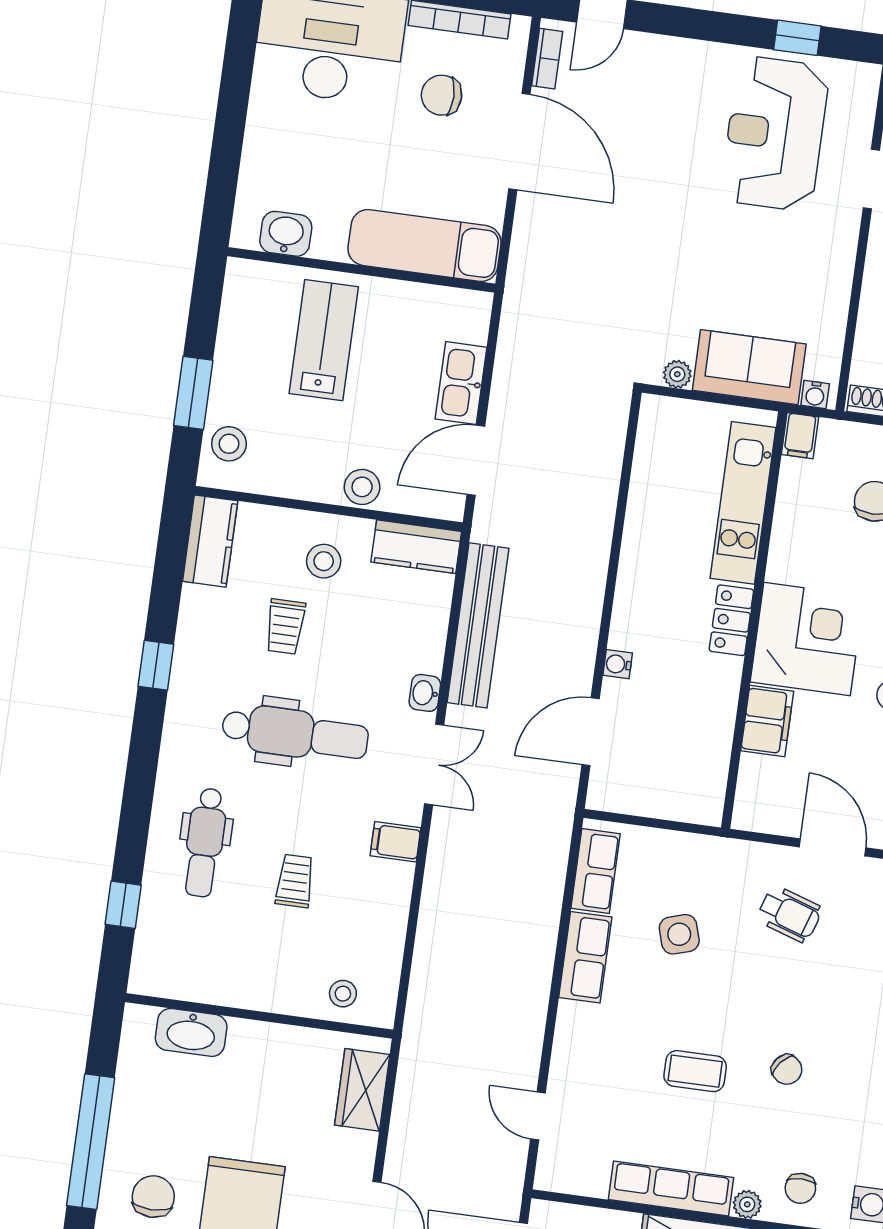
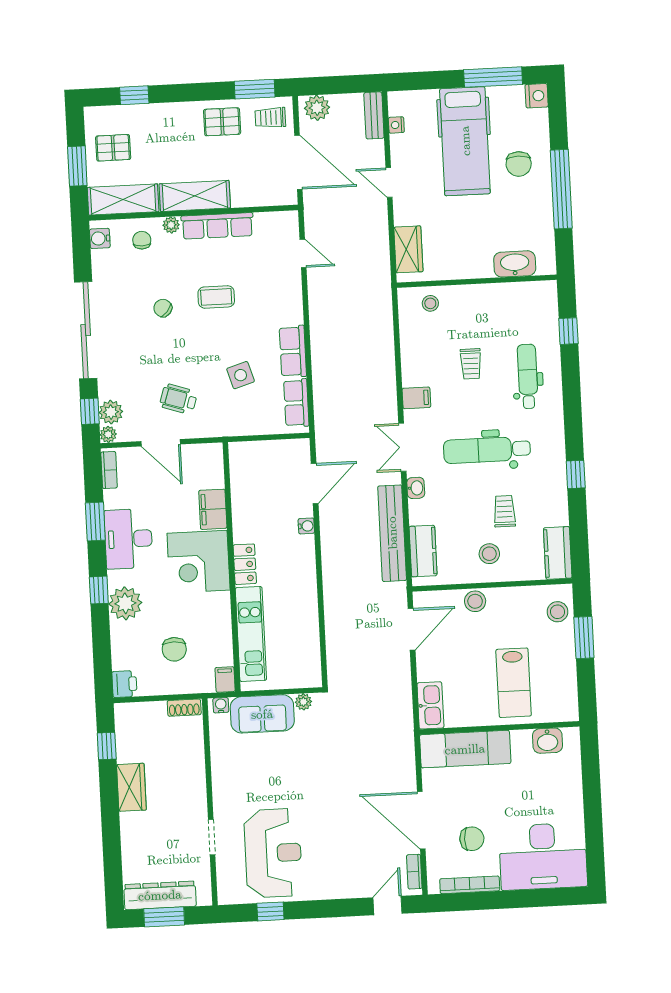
kitchen sink: (461, 383) -> (430, 705), moved
kitchen counter: (416, 547) -> (423, 551), moved, turned 90

